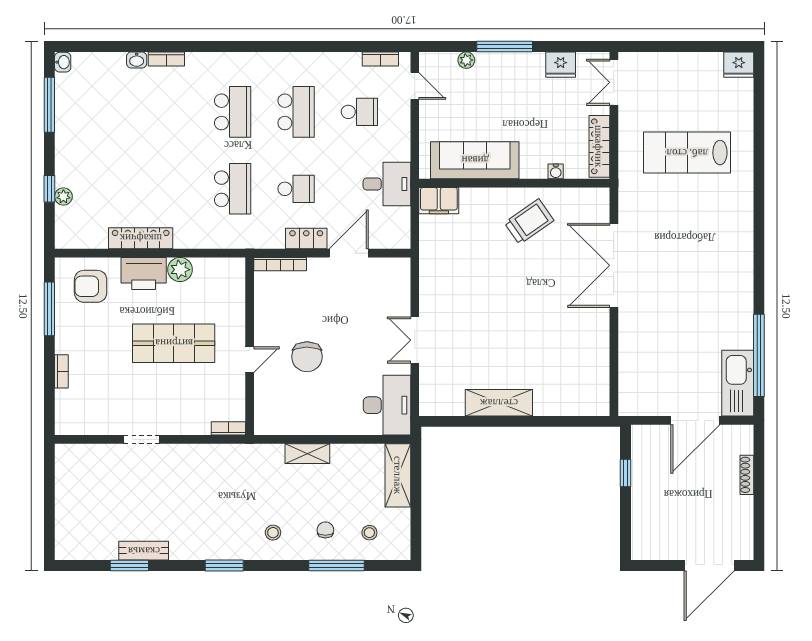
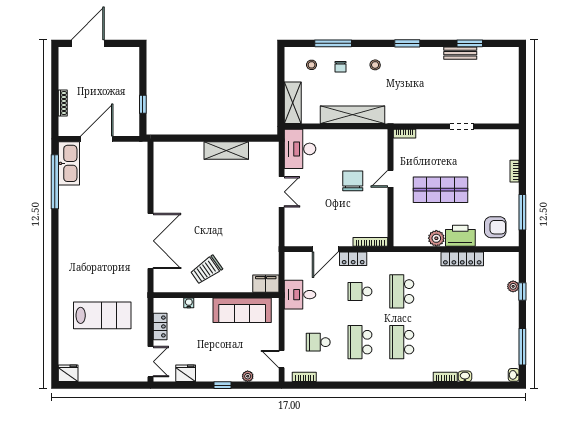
window: (505, 47) -> (222, 385), width x0.46
locker: (599, 146) -> (160, 326), width x0.66
shelving: (307, 454) -> (352, 115), width x2.20, depth x1.33

